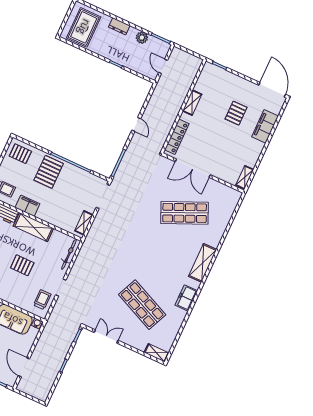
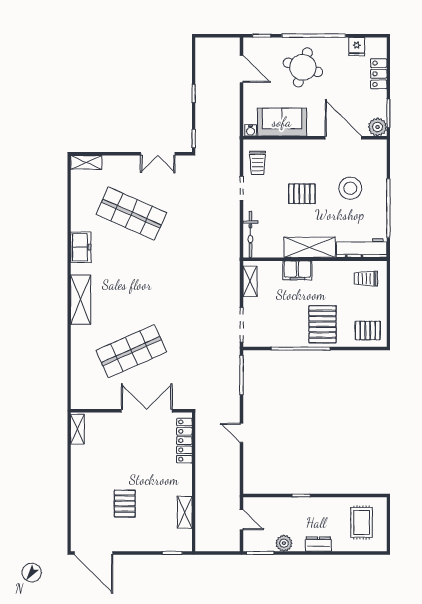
rug: (84, 27) -> (362, 522), width x0.73, depth x0.70
shelving: (192, 103) -> (185, 512), moved
filing cabinet: (265, 126) -> (81, 504), removed
filing cabinet: (27, 206) -> (297, 270), moved

